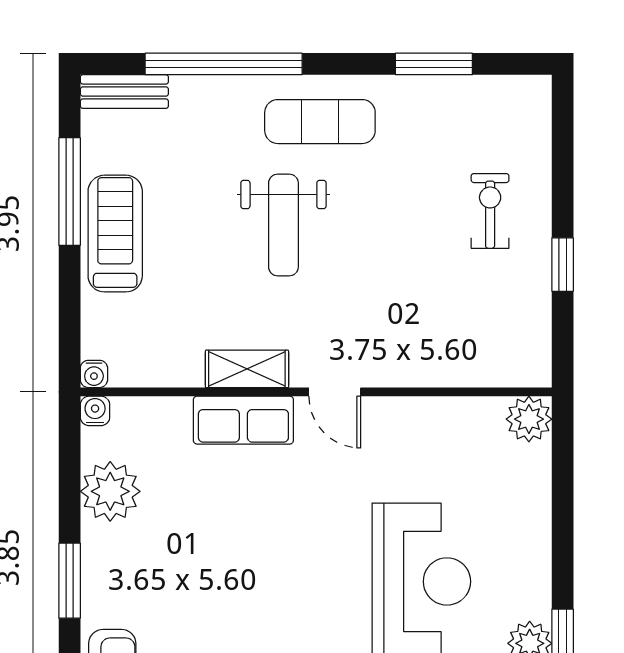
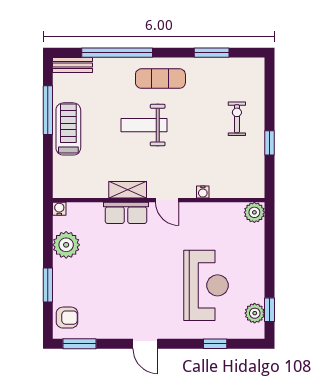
weight bench: (283, 225) -> (144, 125), turned 90
water cooler: (94, 374) -> (203, 192), moved

